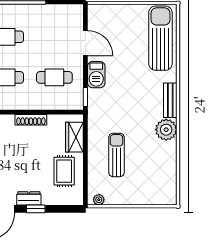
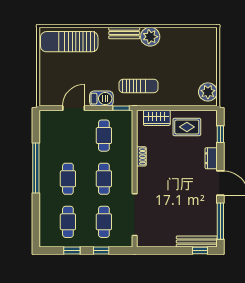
shoe rack: (31, 120) -> (141, 156), width x0.70
sun lounger: (116, 155) -> (138, 86), moved, turned 180
plant: (99, 200) -> (208, 92), width x1.88, depth x1.88
window: (36, 209) -> (220, 134), moved

